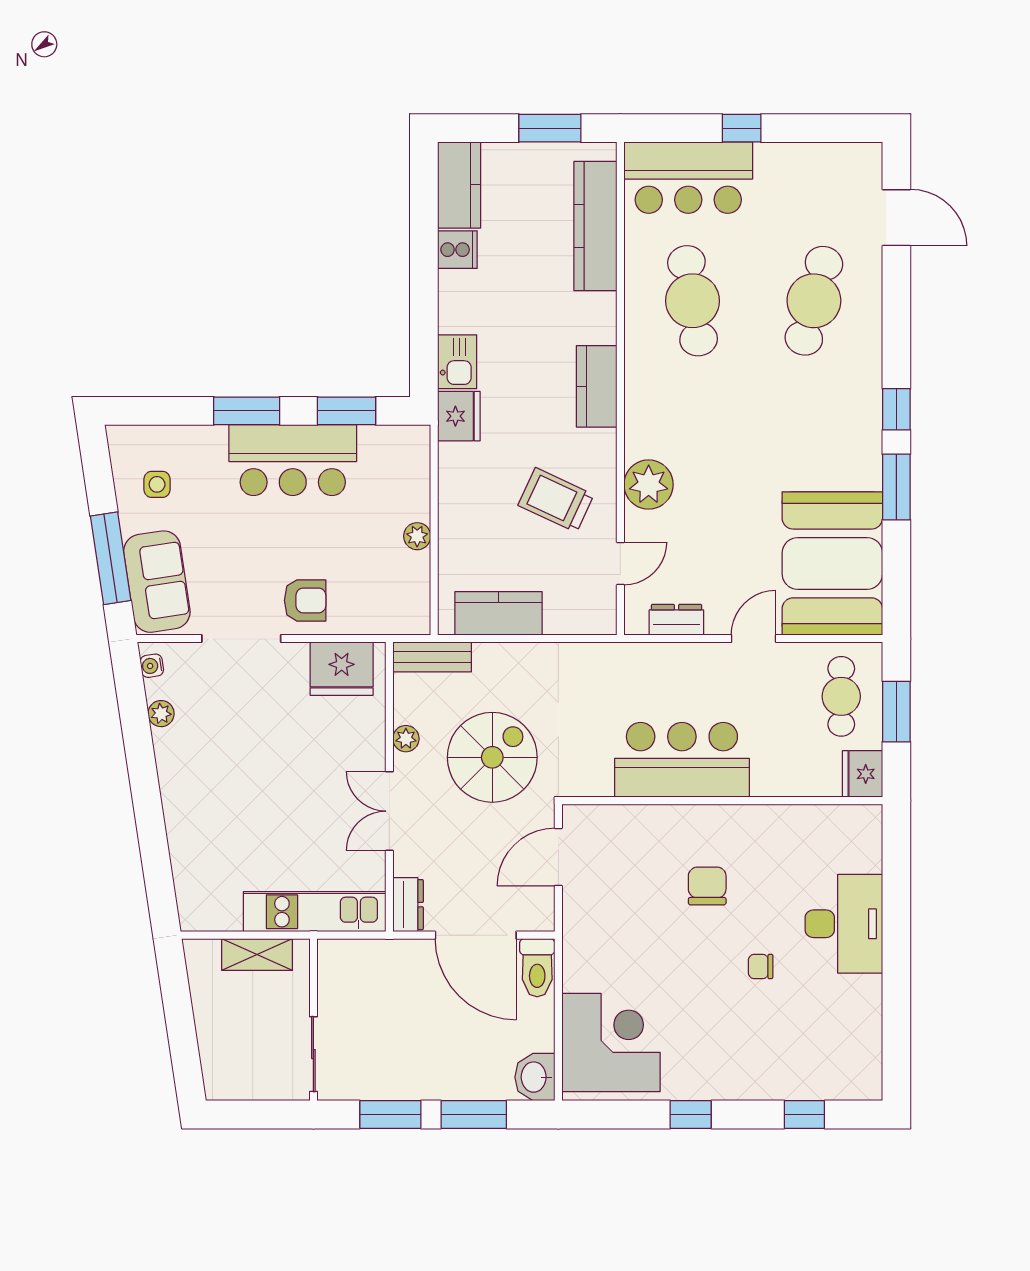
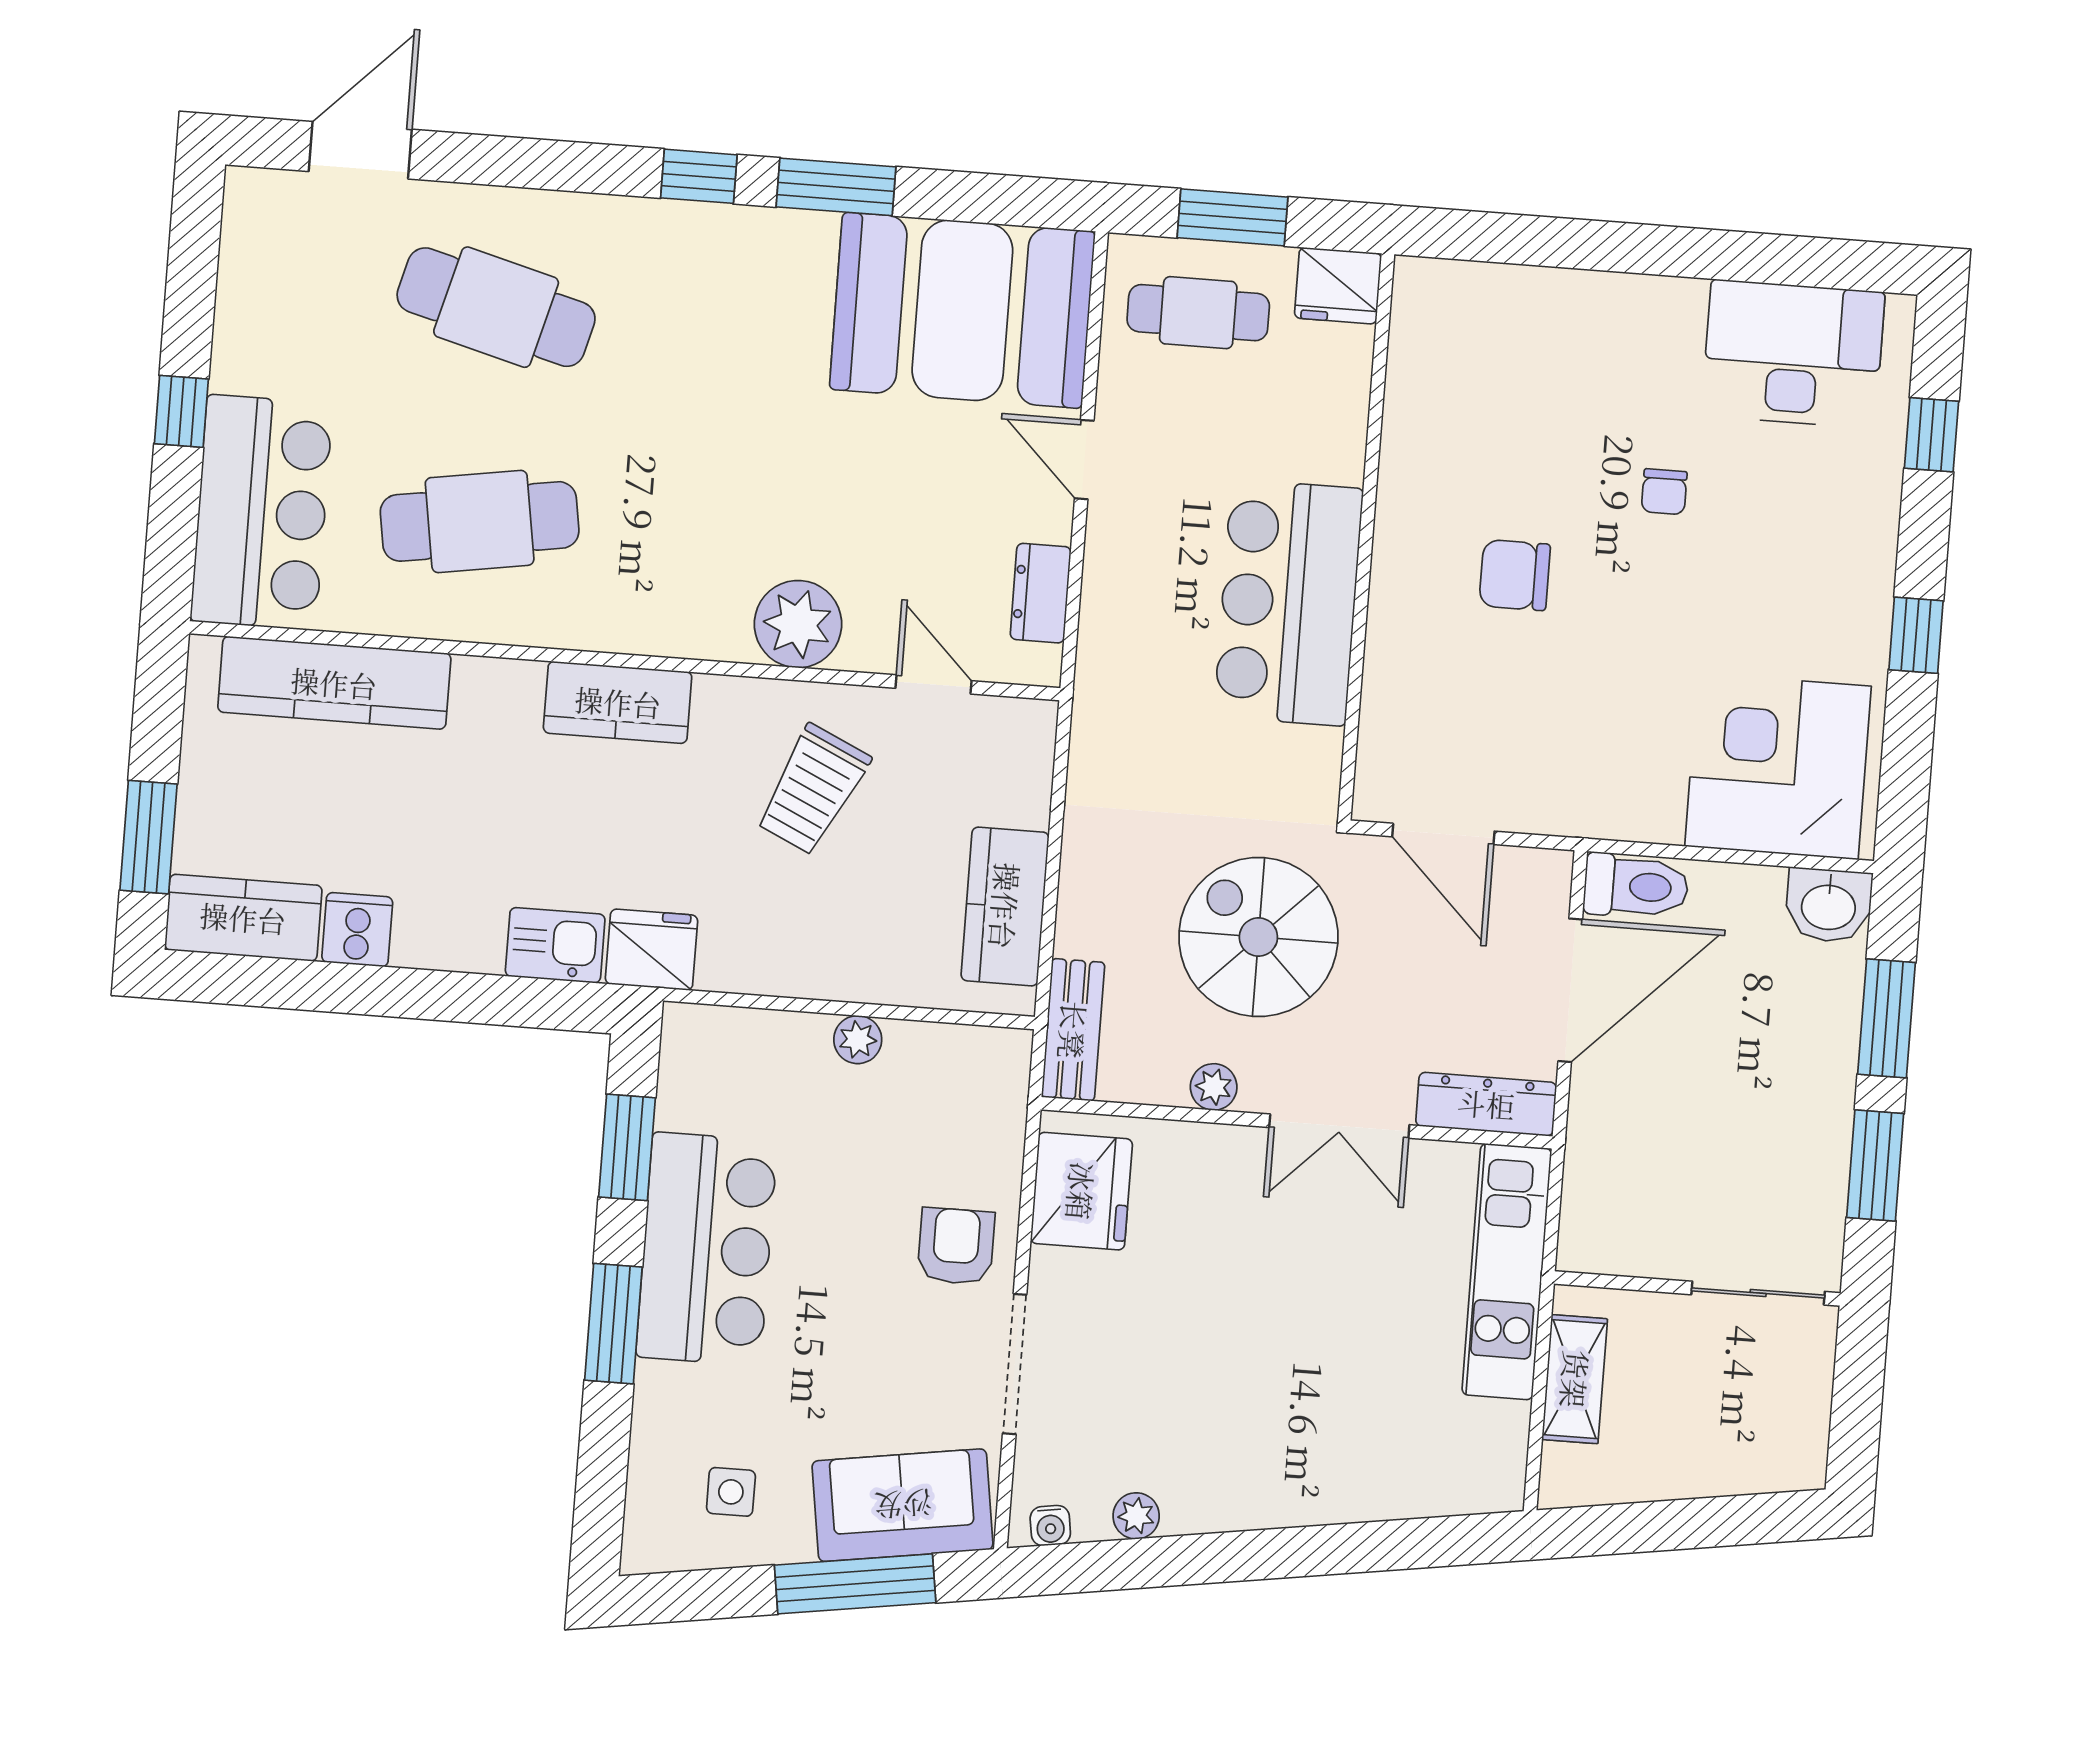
window: (550, 128) -> (149, 837), moved
dresser: (408, 905) -> (1486, 1104), width x1.44
desk: (844, 924) -> (1793, 354), moved

